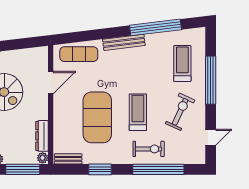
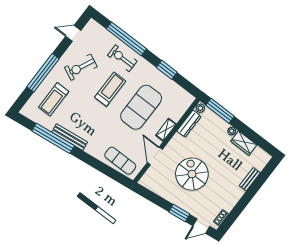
bench: (124, 42) -> (70, 137), moved
door: (51, 83) -> (155, 156), hinge flipped
treadmill: (138, 112) -> (110, 89), turned 180
shelving: (59, 114) -> (166, 130), added
bench: (68, 159) -> (183, 94), removed

